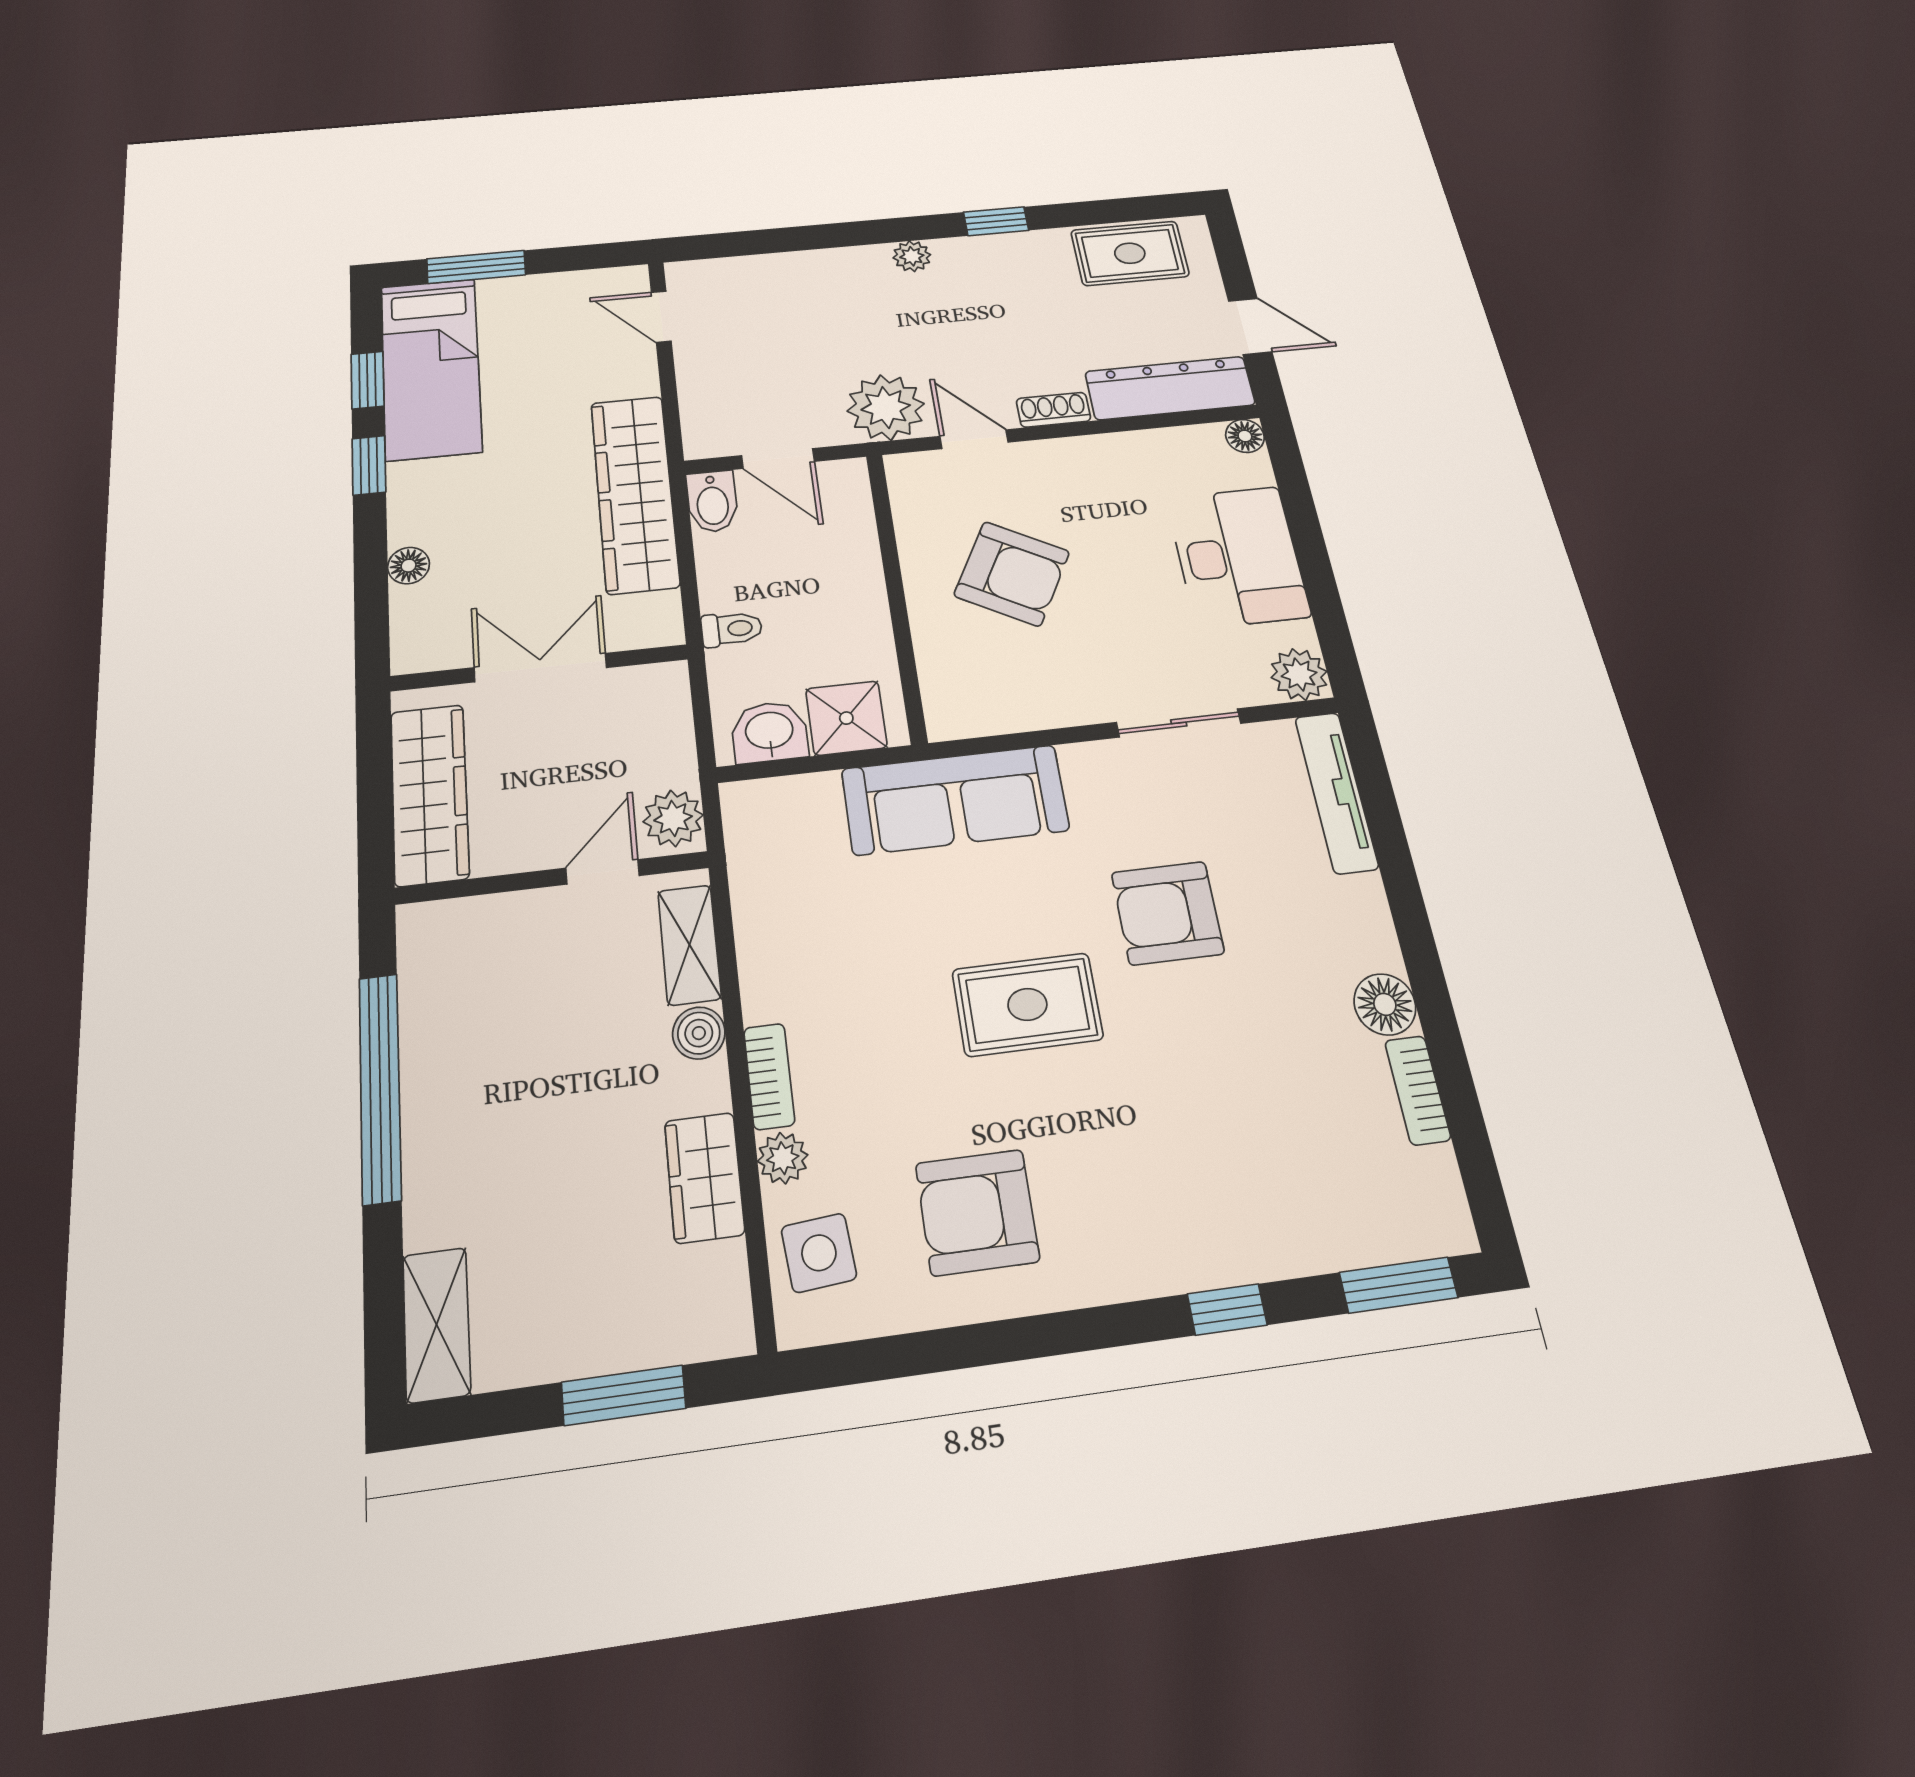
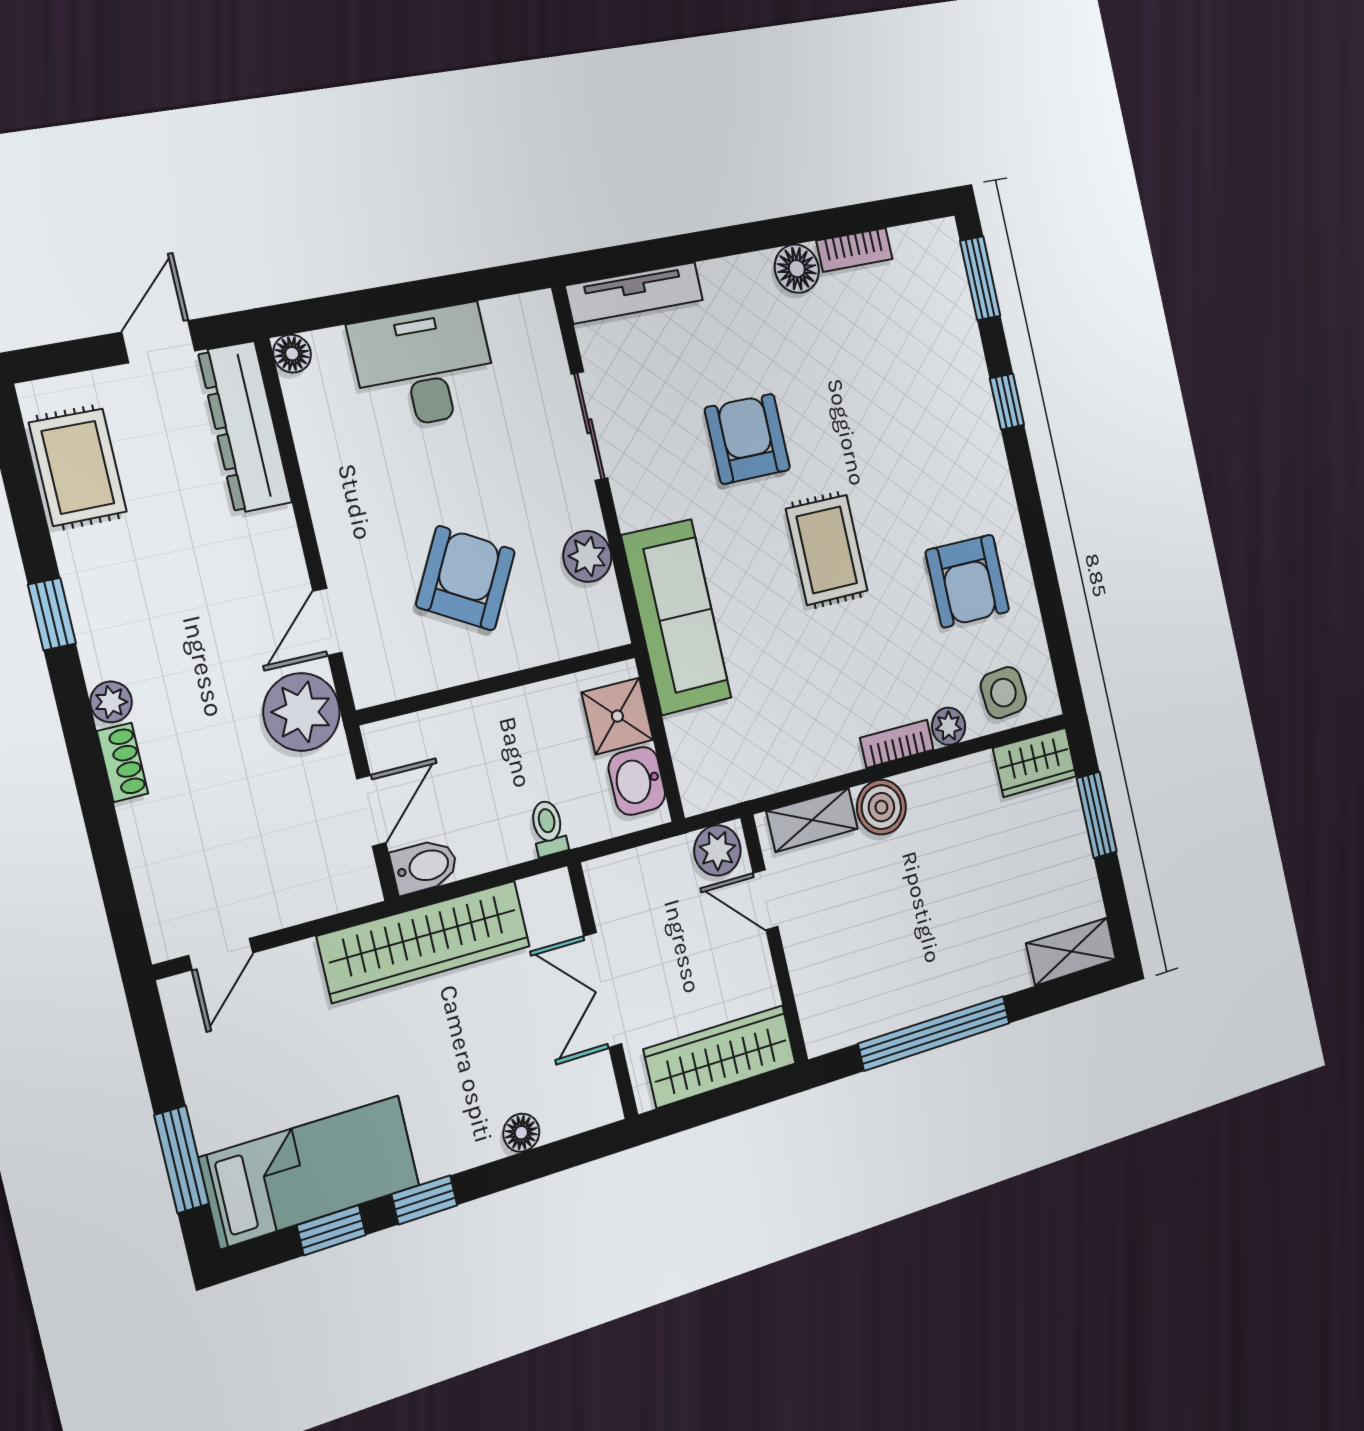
shoe rack: (1053, 410) -> (122, 762), moved, turned 180
plant: (1299, 674) -> (587, 556), moved
armchair: (1168, 913) -> (747, 439), turned 180
boiler: (699, 1033) -> (881, 807), width x1.36, depth x1.36
wardrobe: (704, 1177) -> (1035, 762), moved

